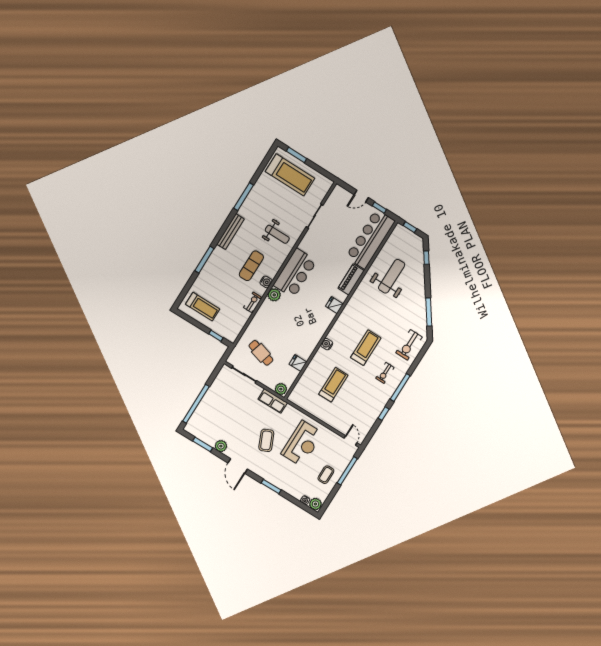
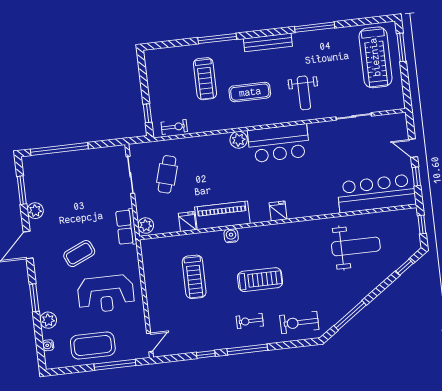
piano: (351, 280) -> (222, 215), moved, width x1.37, depth x1.33
water cooler: (266, 282) -> (245, 121), removed
exercise bike: (252, 302) -> (174, 127), moved
treadmill: (203, 307) -> (205, 79), moved
treadmill: (333, 385) -> (194, 277), turned 90
coffee table: (326, 475) -> (93, 346), width x1.86, depth x1.72
plant: (315, 504) -> (48, 320), moved

